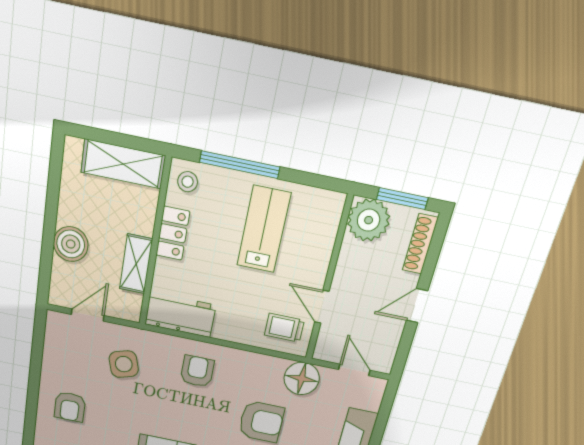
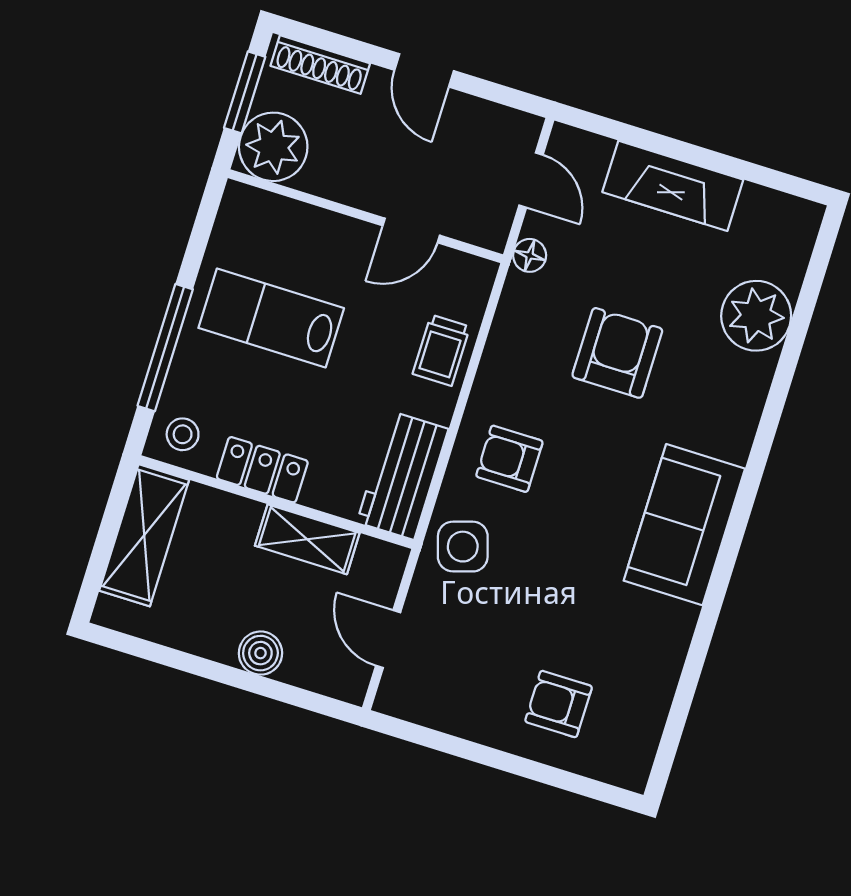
boiler: (71, 244) -> (260, 653), width x0.73, depth x0.73
trolley: (284, 328) -> (441, 350), moved
side table: (124, 364) -> (463, 547), moved
door: (354, 370) -> (531, 180), swing flipped
floor lamp: (302, 379) -> (530, 255), width x0.53, depth x0.53
armchair: (70, 407) -> (559, 704), turned 180

